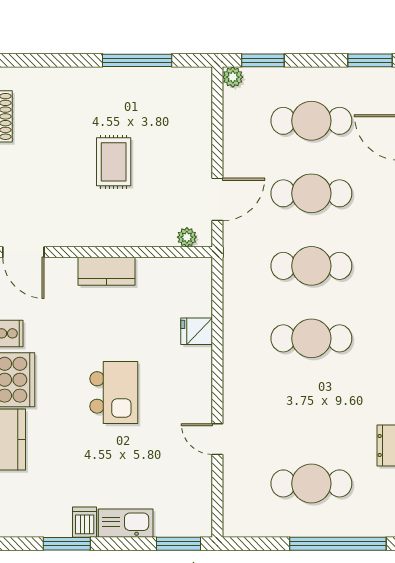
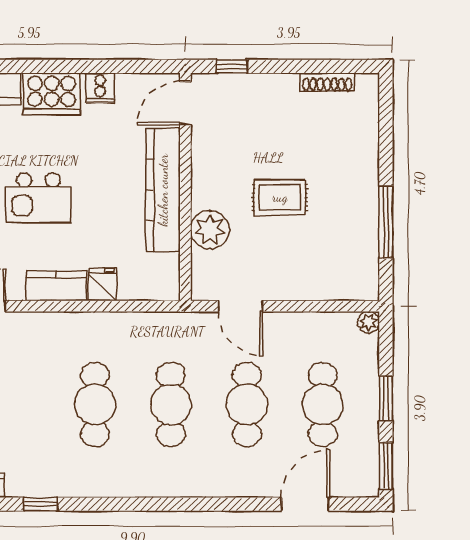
window: (263, 60) -> (386, 399), moved
plant: (187, 237) -> (210, 230), moved, width x1.88, depth x1.88
kitchen counter: (107, 271) -> (163, 190), width x2.08, depth x1.17
kitchen counter: (198, 375) -> (56, 286), added

